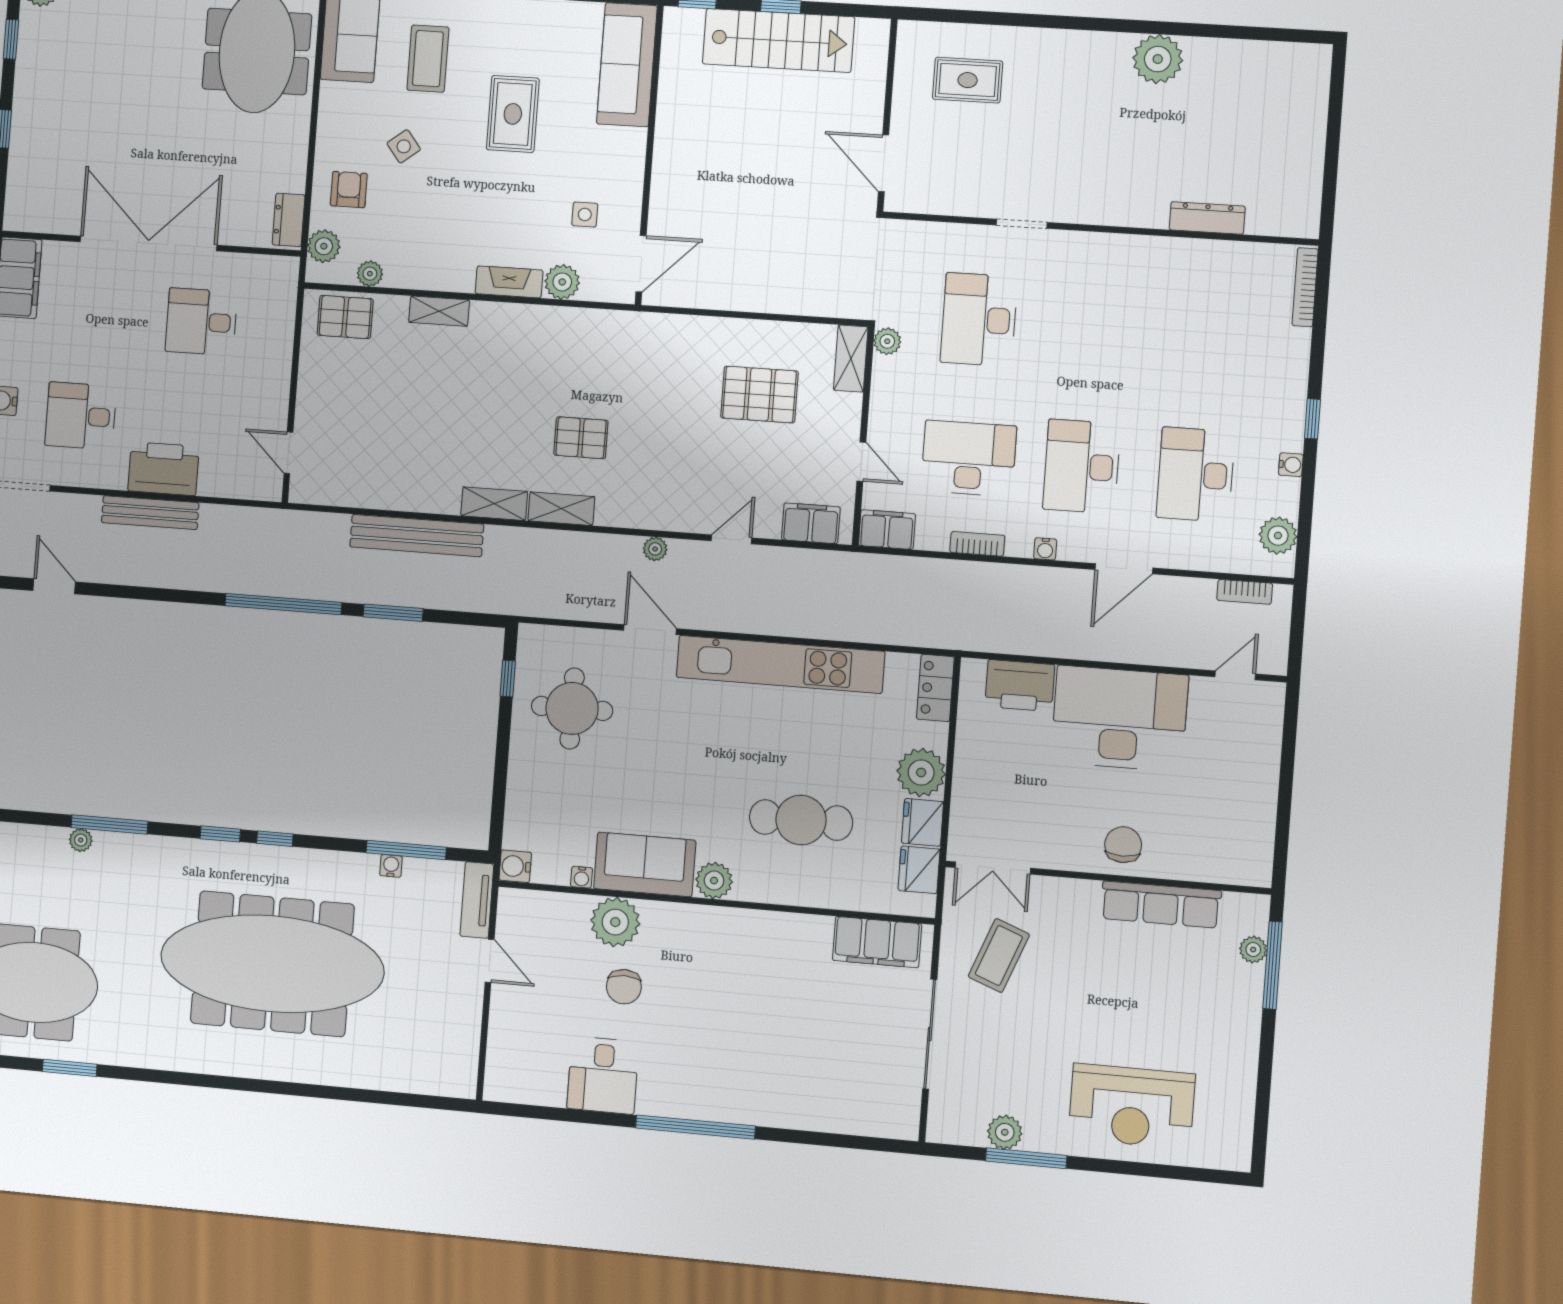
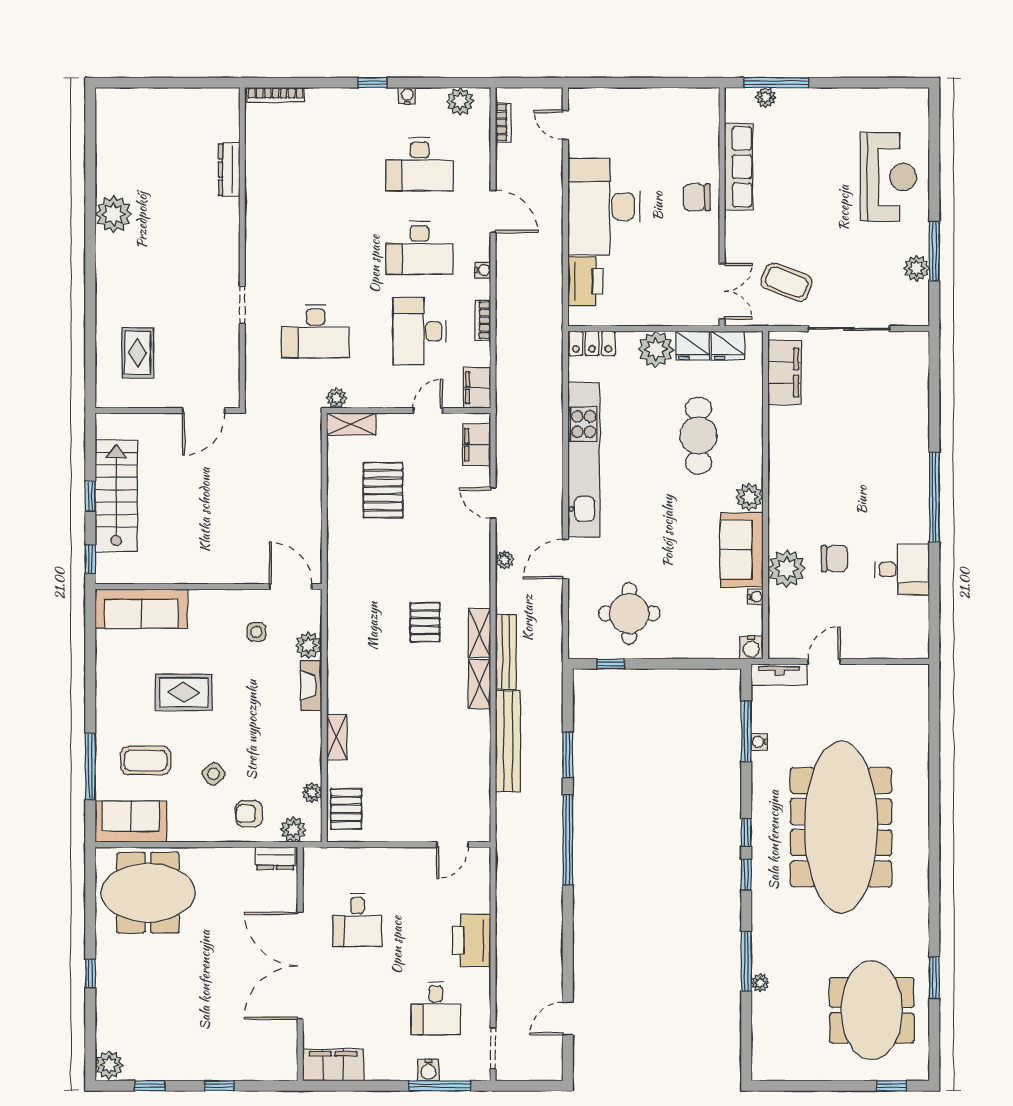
bench: (150, 513) -> (506, 651), moved

